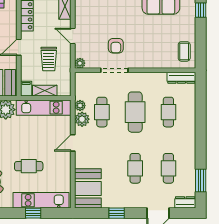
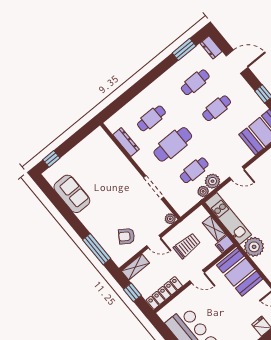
door: (73, 36) -> (154, 242), hinge flipped
armchair: (116, 46) -> (127, 236), moved, turned -146
coffee table: (184, 51) -> (94, 145), removed
dresser: (181, 78) -> (126, 142), moved

